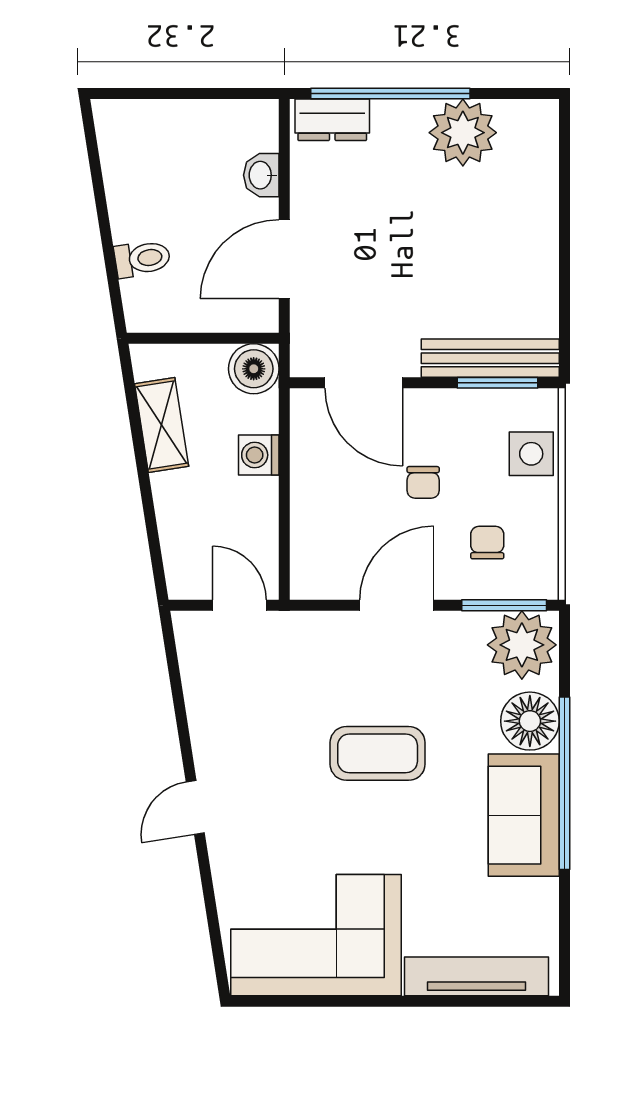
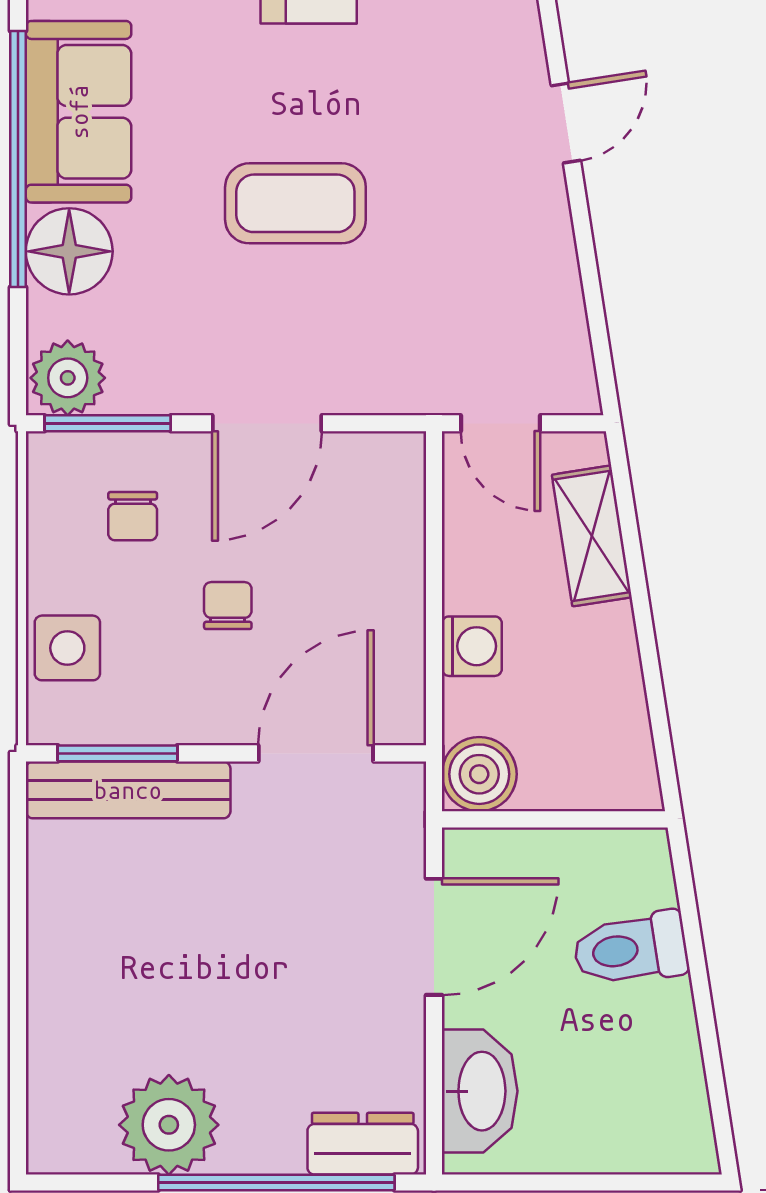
washbasin: (261, 175) -> (480, 1091), width x1.91, depth x1.45
toilet: (142, 259) -> (631, 949), width x1.37, depth x1.39
door: (364, 383) -> (316, 753), hinge flipped
shelving: (162, 425) -> (592, 536), moved
plant: (522, 645) -> (68, 378), width x0.73, depth x0.73

